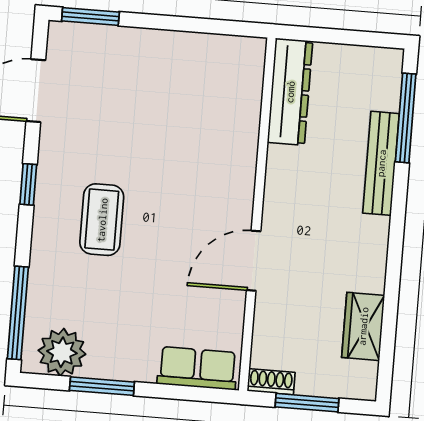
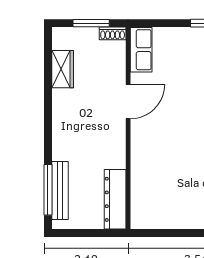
bench: (381, 163) -> (60, 190), moved
row of seats: (197, 368) -> (141, 50), moved, turned -90

